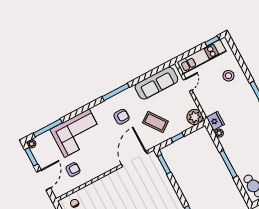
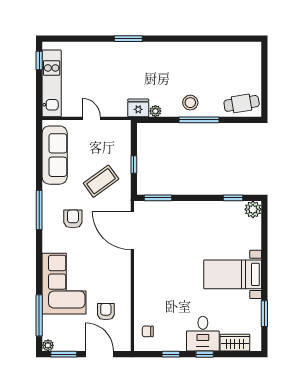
stool: (228, 76) -> (190, 103), moved
door: (188, 85) -> (91, 118), moved
plant: (195, 117) -> (120, 130), removed

